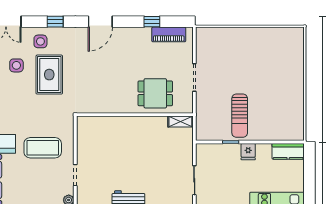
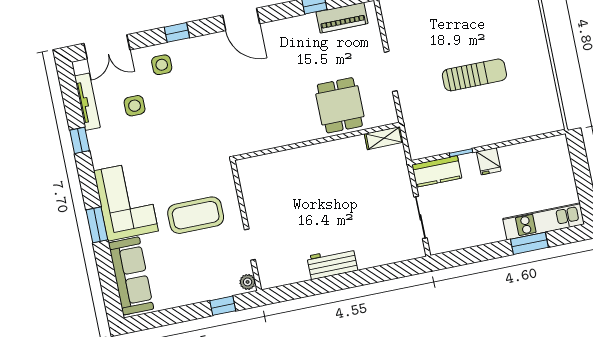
door: (100, 22) -> (241, 19), hinge flipped
rug: (49, 75) -> (184, 109), removed
dining table: (155, 93) -> (340, 105), turned 90
sun lounger: (240, 116) -> (474, 75), moved, turned -90
kitchen counter: (288, 151) -> (437, 171), moved

